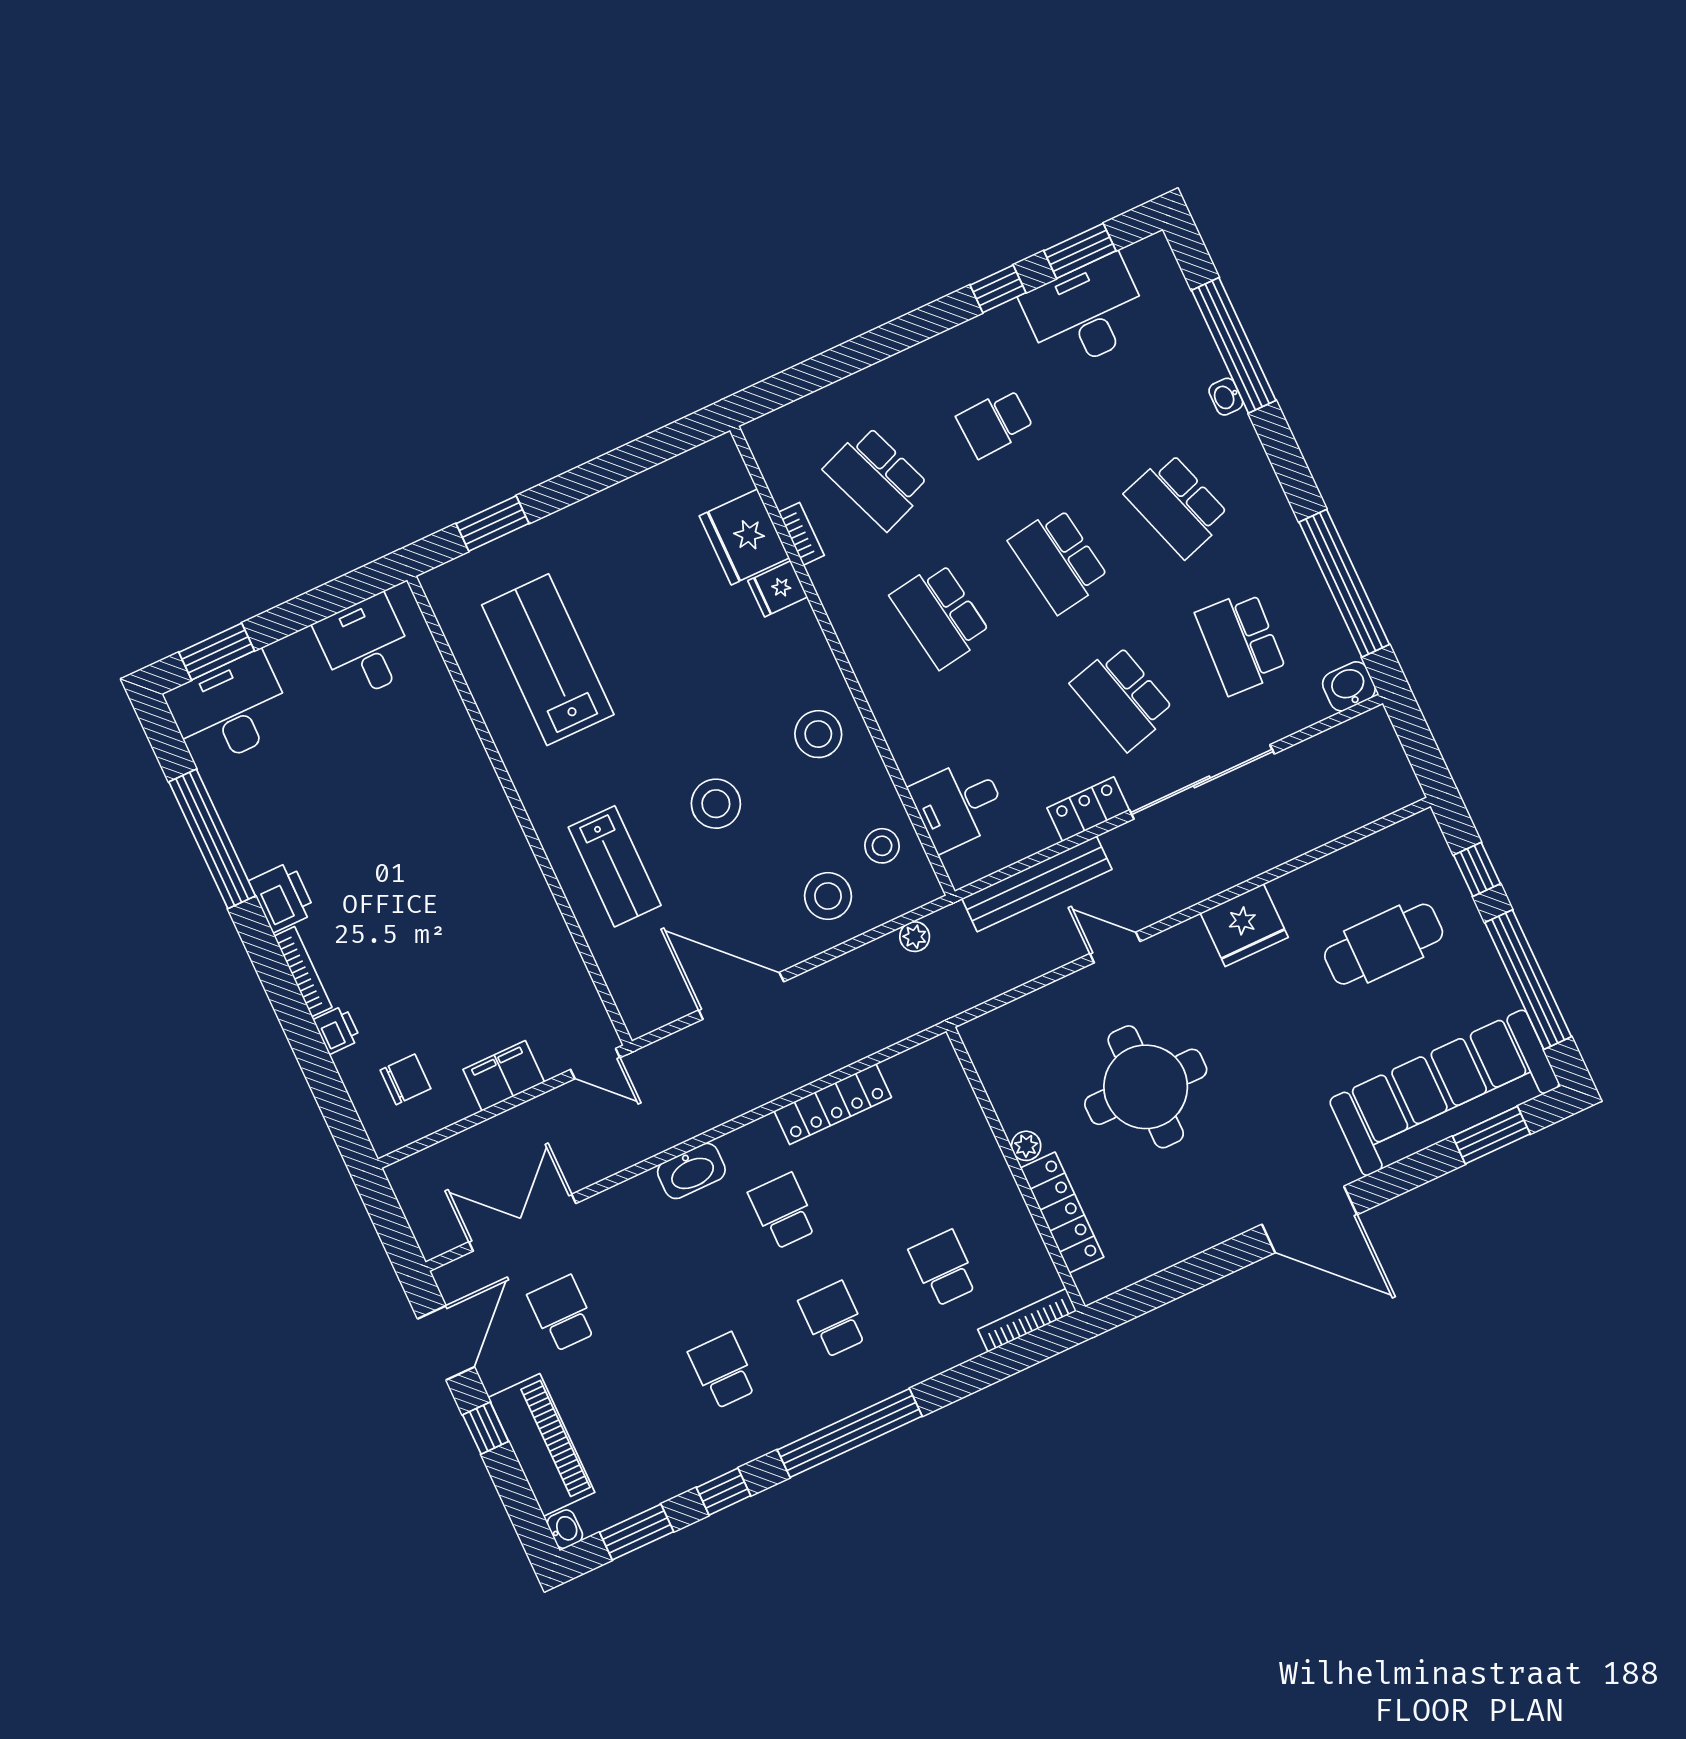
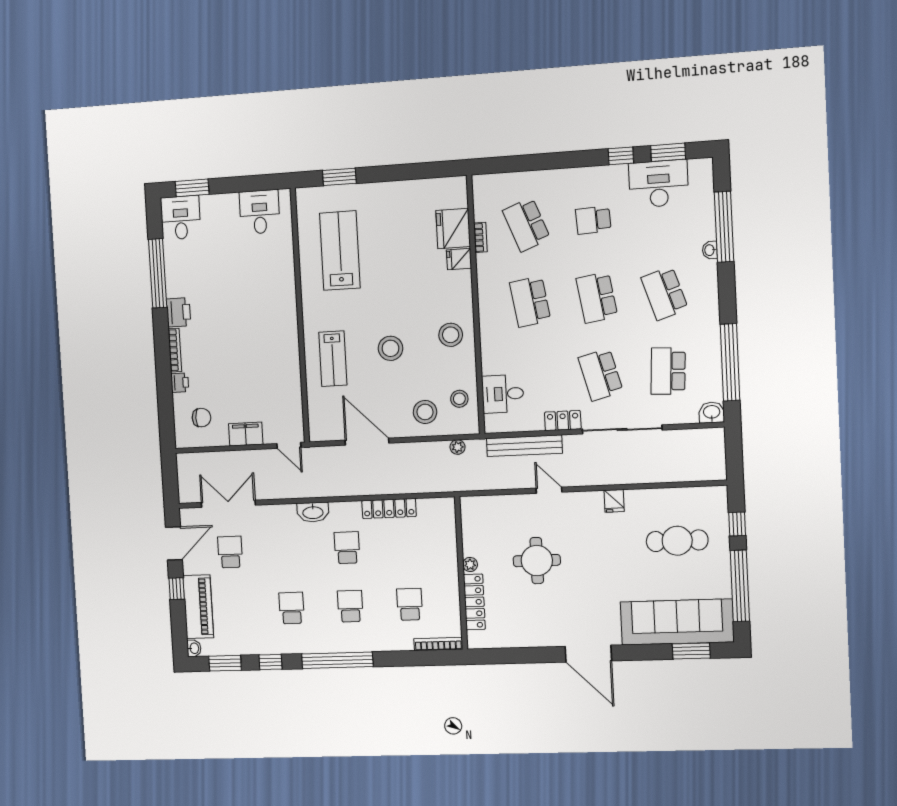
desk: (230, 710) -> (181, 218), width x0.73
fridge: (1244, 925) -> (614, 501), width x0.53, depth x0.75
round table: (1146, 1087) -> (537, 561), width x0.73, depth x0.73

